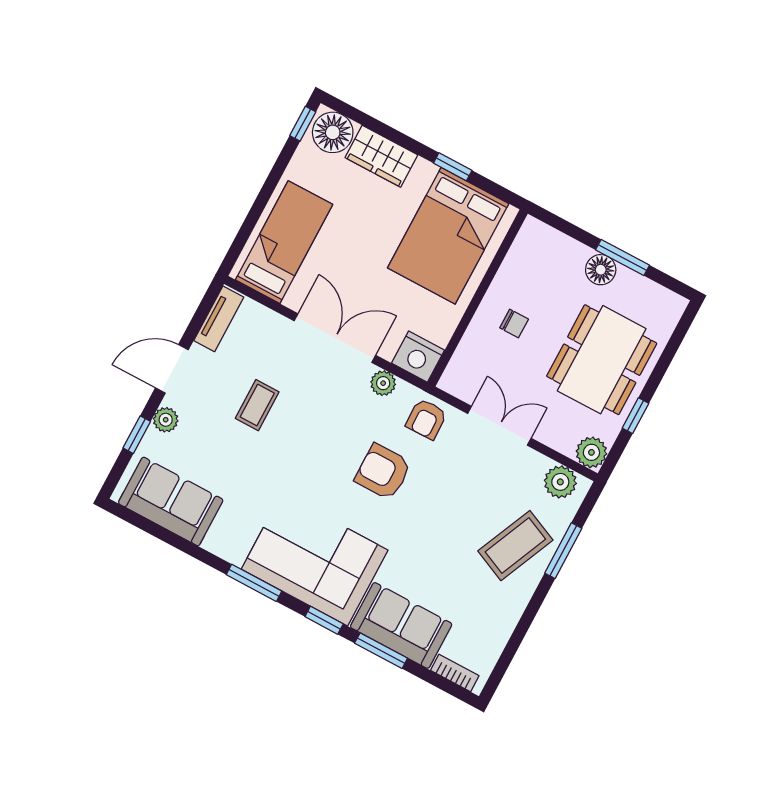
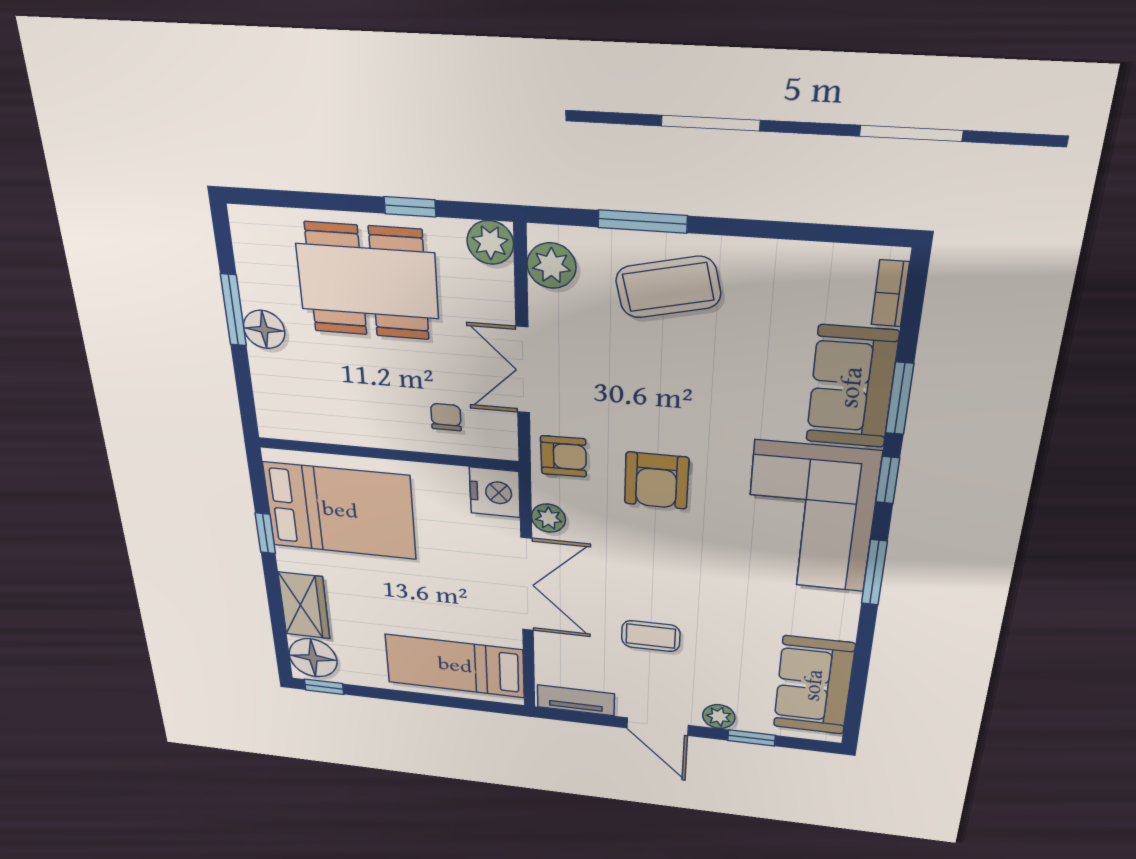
chair: (514, 323) -> (446, 417), moved
double door: (335, 338) -> (527, 585), swing flipped
coffee table: (515, 546) -> (668, 287), turned -37

